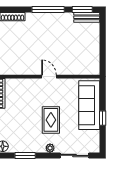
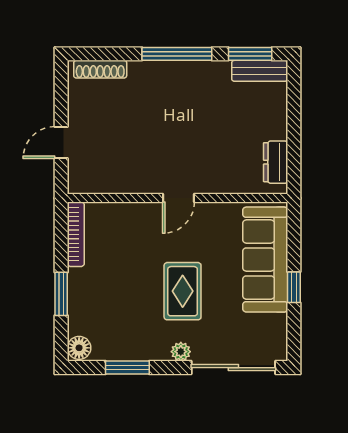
dresser: (94, 60) -> (276, 162), added
door: (49, 77) -> (179, 198), swing flipped
sliding door: (74, 155) -> (233, 368), width x1.37

